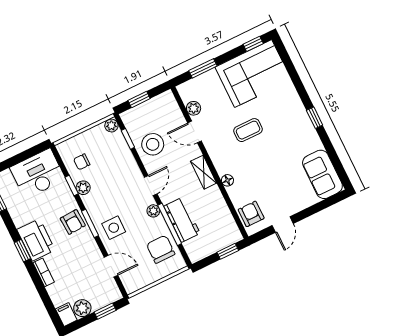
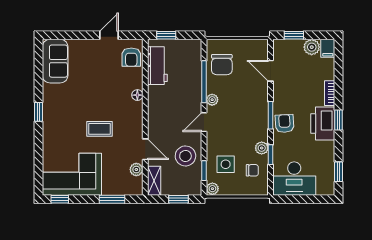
shelving: (204, 172) -> (154, 181), moved
workbench: (182, 220) -> (157, 66), moved, turned 180
side table: (114, 228) -> (226, 164), moved

